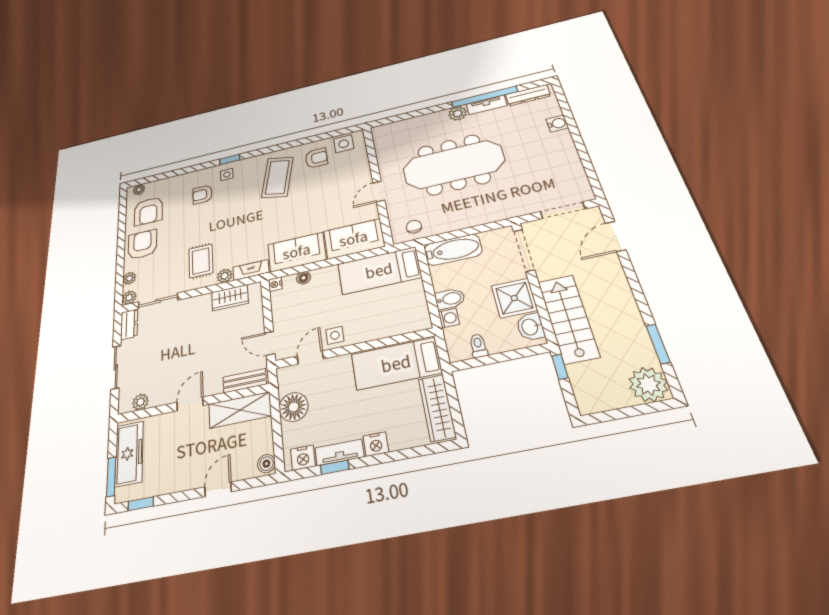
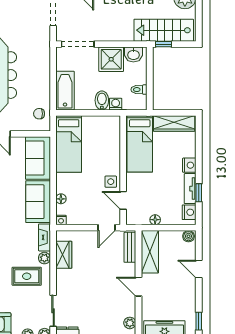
stairs: (568, 319) -> (164, 30), moved
floor lamp: (294, 407) -> (155, 220), width x0.53, depth x0.53

